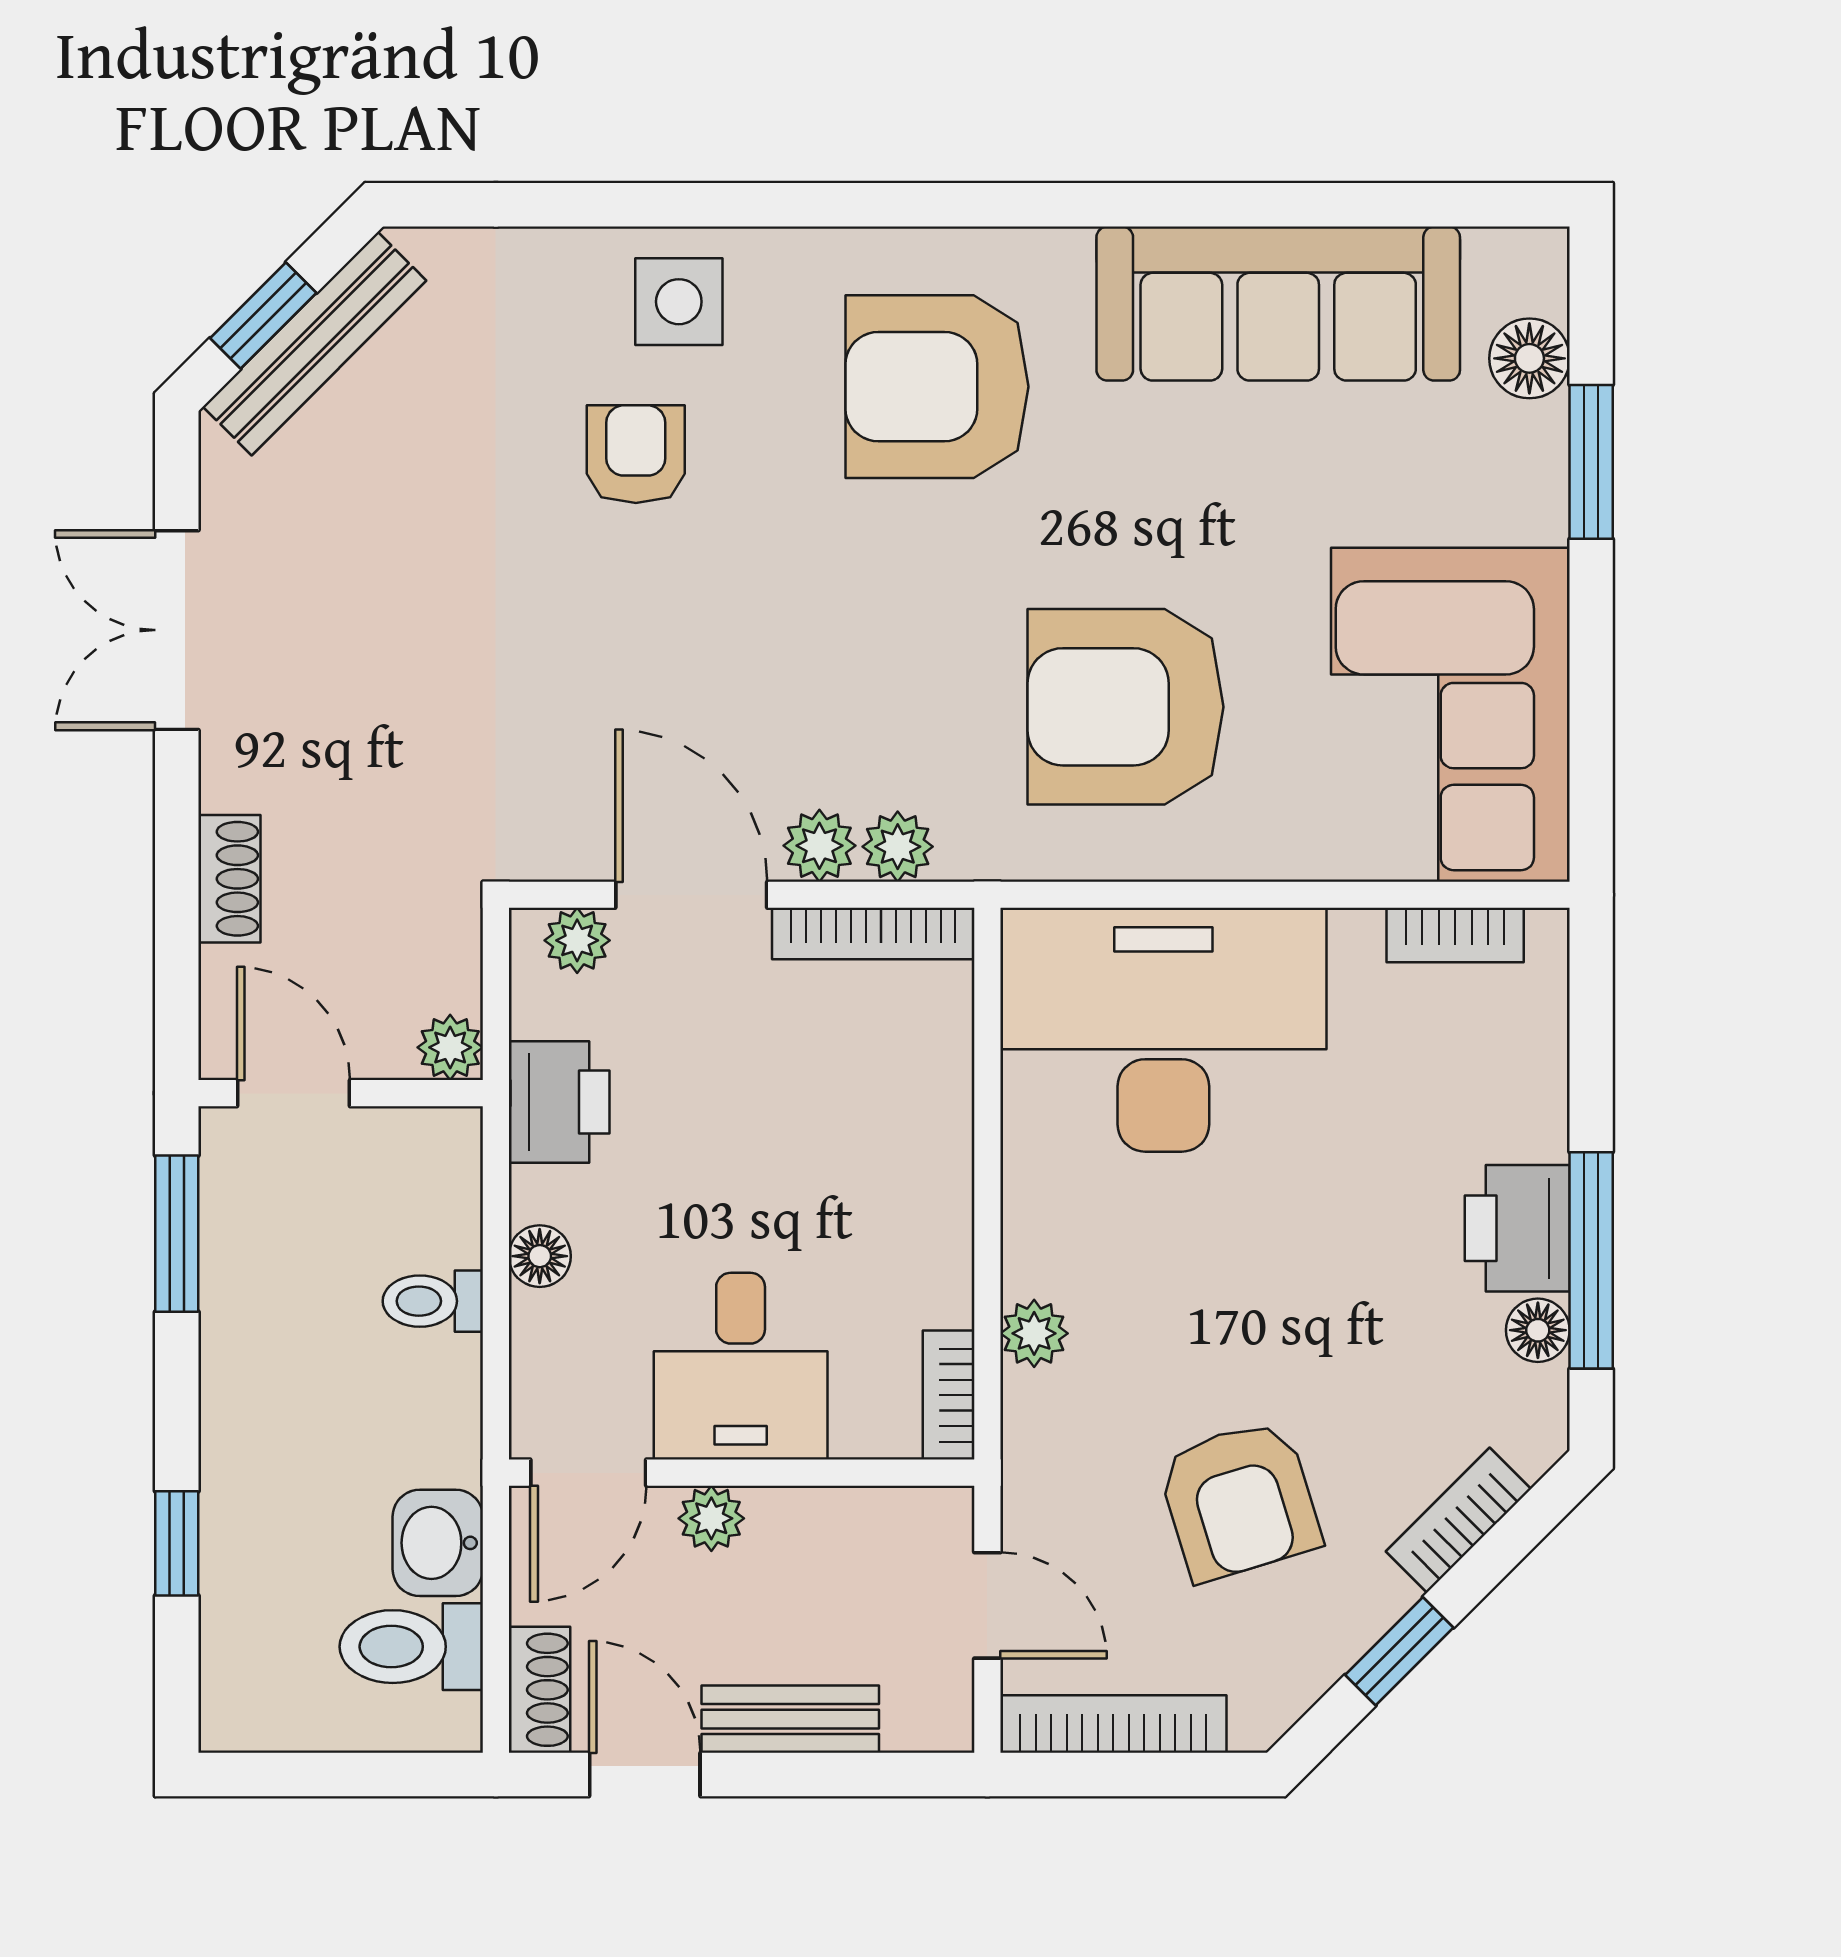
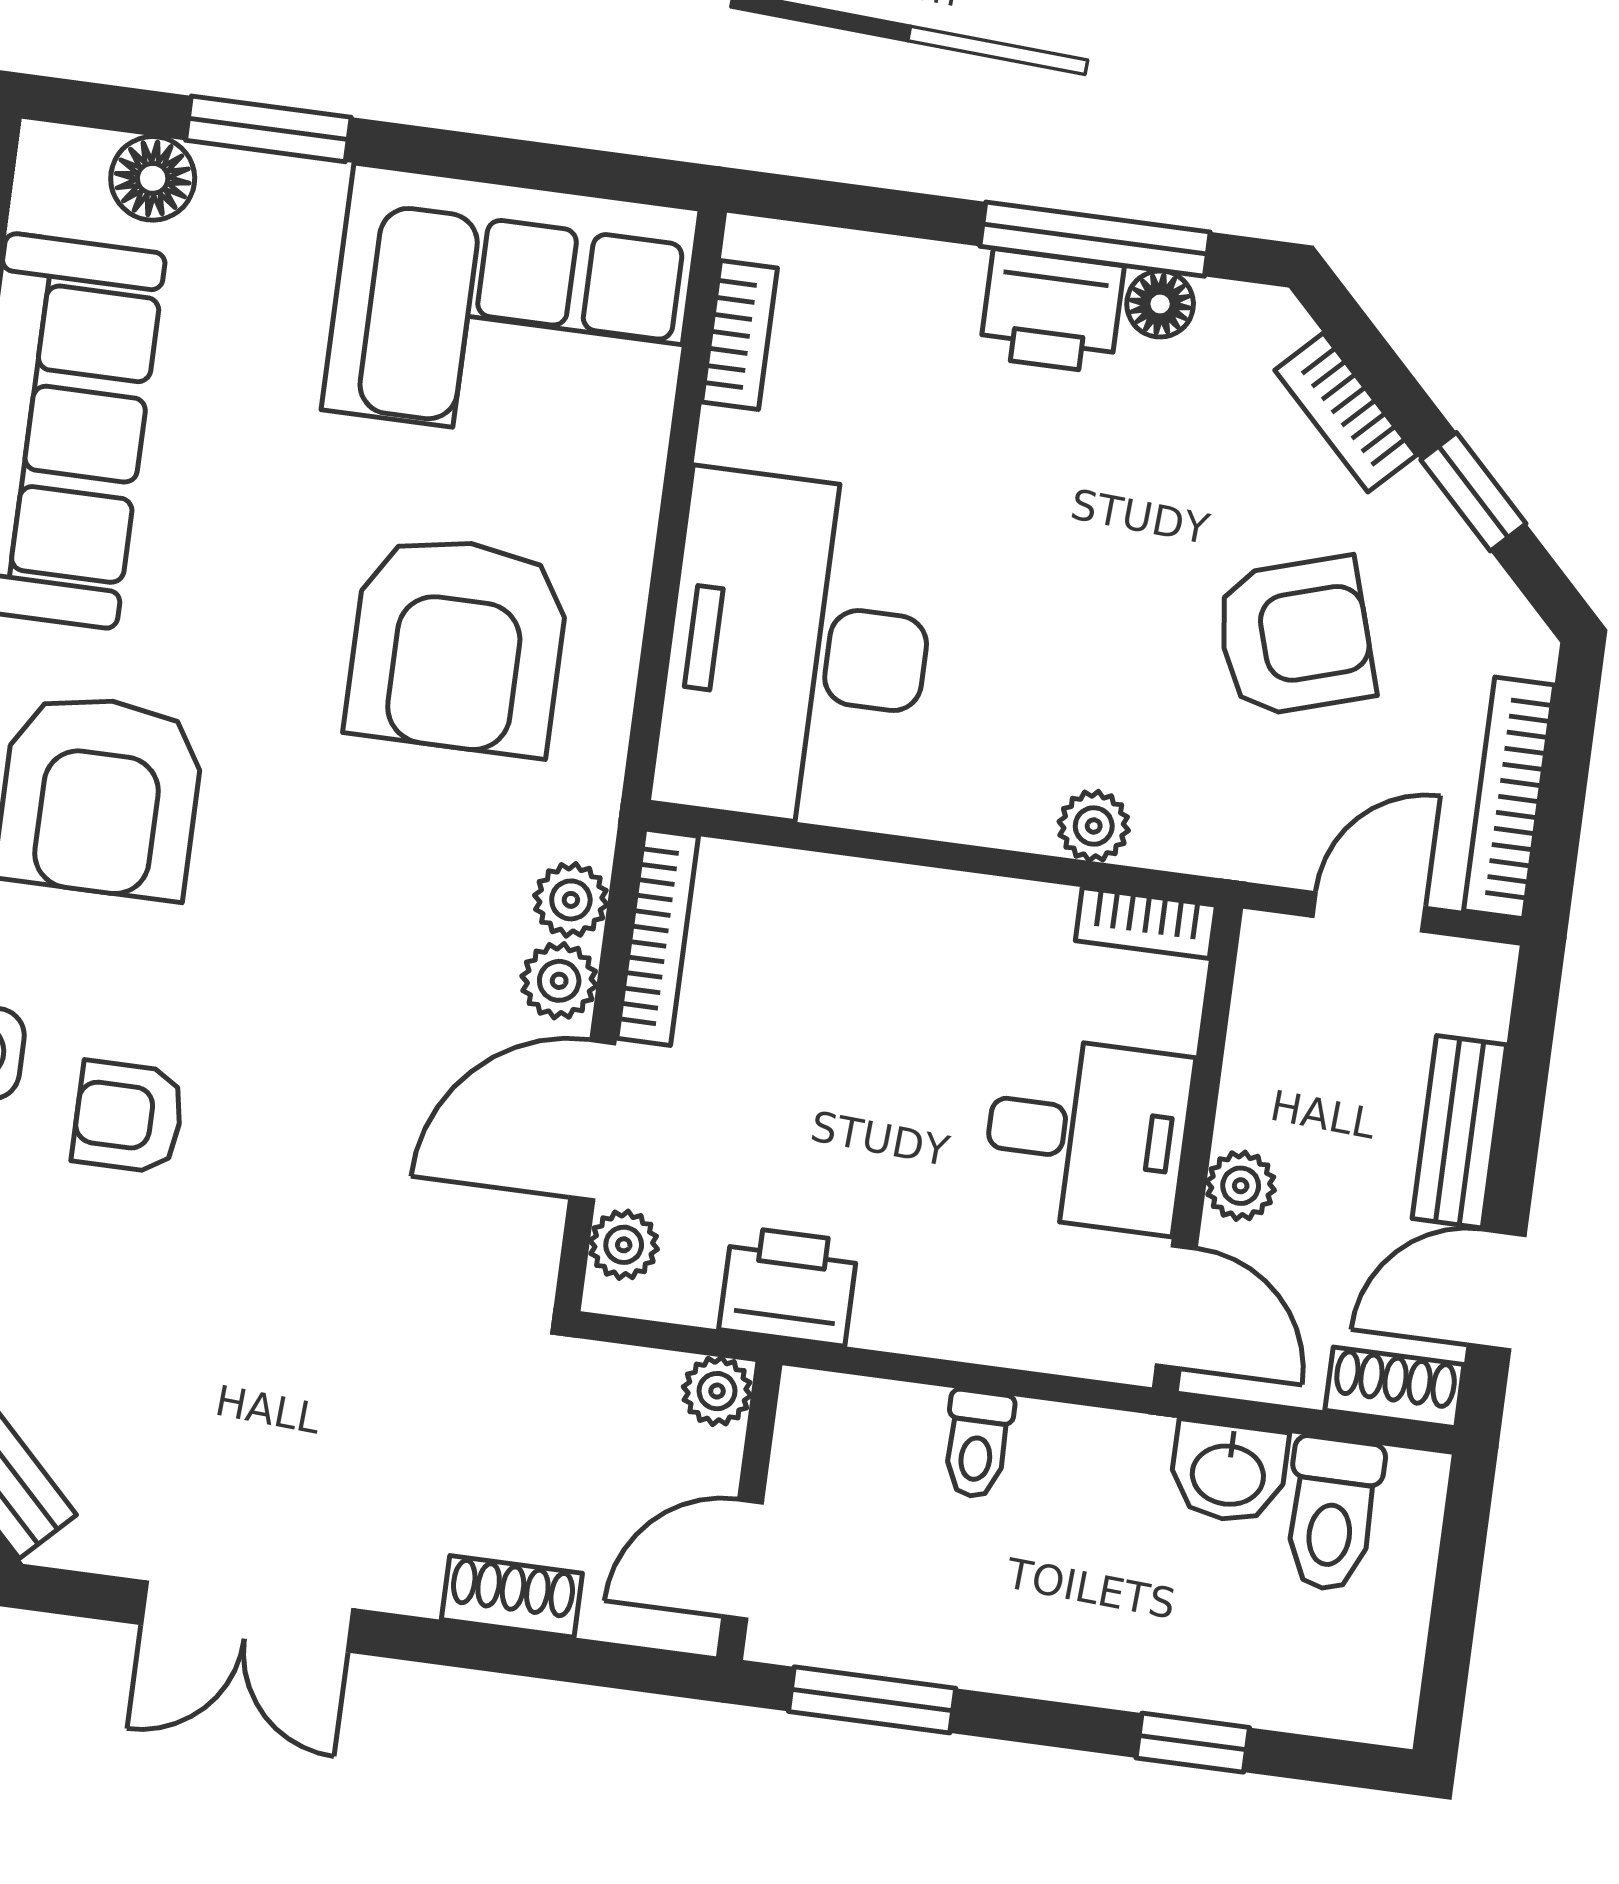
floor lamp: (540, 1256) -> (945, 1327), removed

